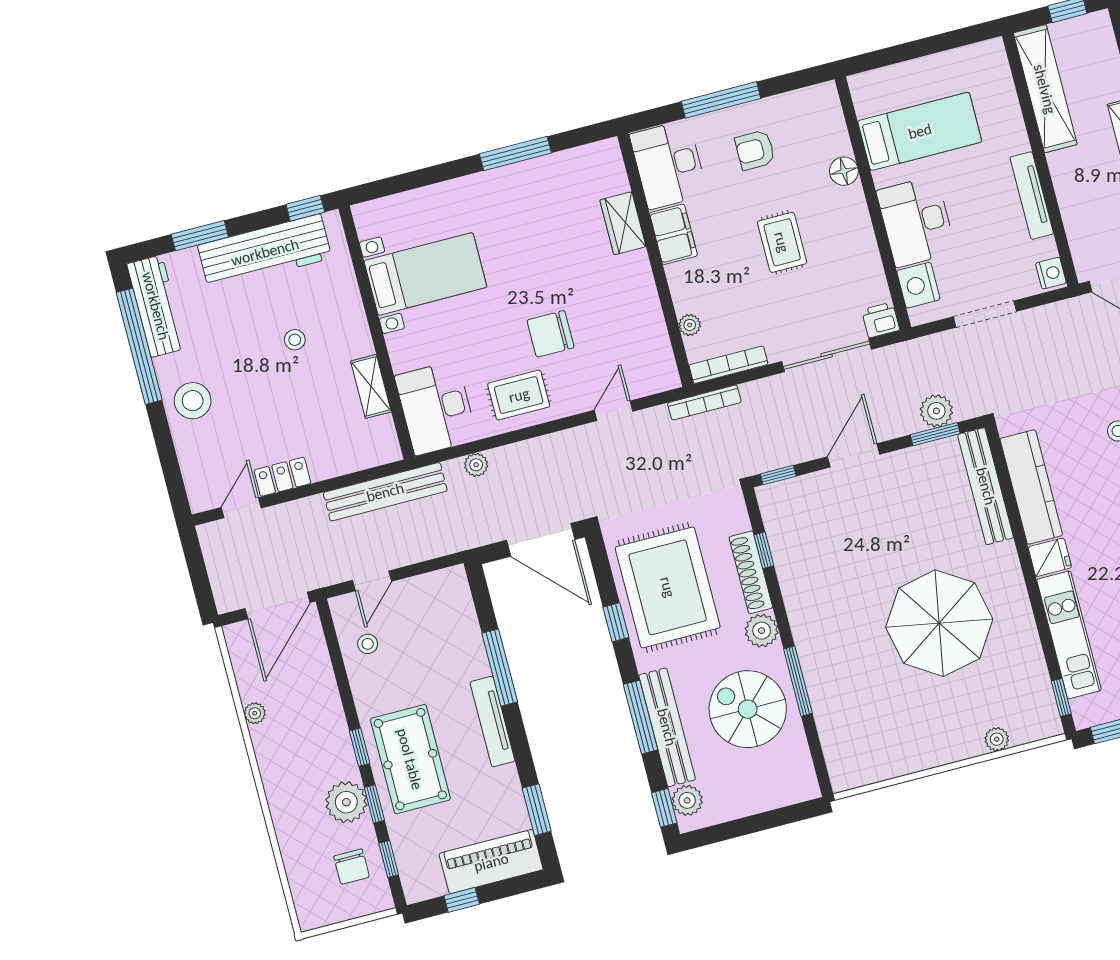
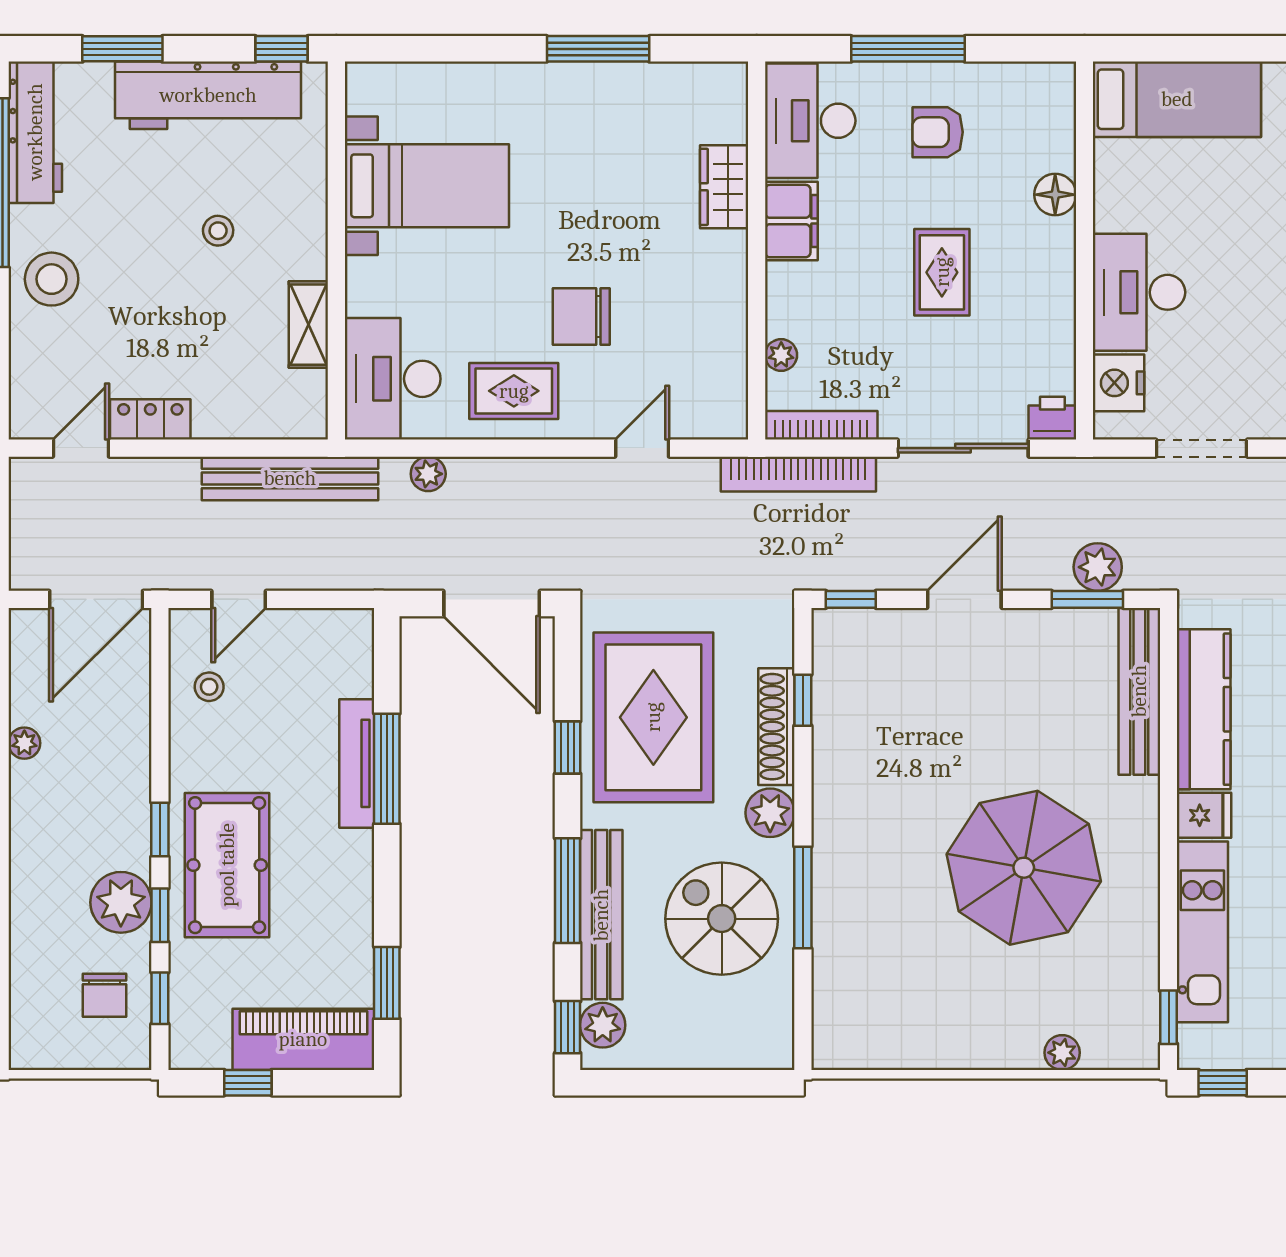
bed: (920, 131) -> (1177, 99), moved
bookcase: (704, 403) -> (798, 474), width x1.48, depth x1.31
tv unit: (492, 722) -> (357, 763), moved

